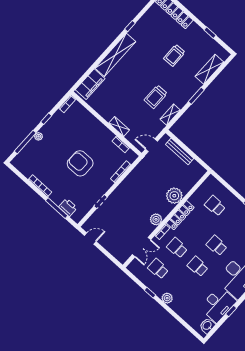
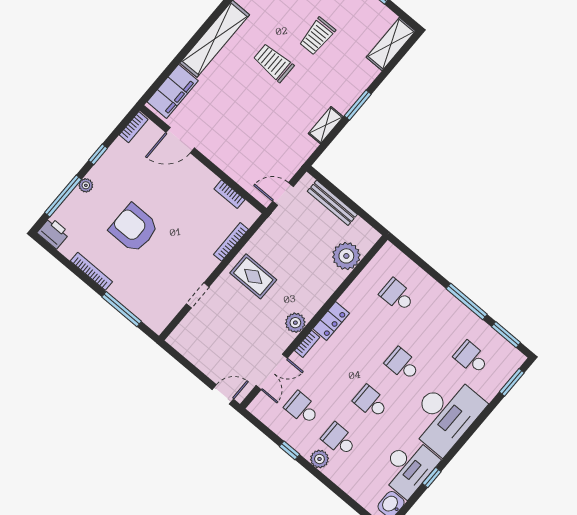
shelving: (209, 69) -> (391, 44), moved
trolley: (156, 97) -> (273, 63), moved, turned 90
door: (94, 112) -> (180, 140), added
shelving: (170, 115) -> (326, 125), moved
shelving: (119, 126) -> (226, 163), removed
armchair: (80, 163) -> (134, 228), moved
rug: (133, 192) -> (253, 276), added
plant: (174, 196) -> (346, 256), moved
printer: (68, 207) -> (53, 233), moved
locker: (180, 215) -> (331, 321), width x0.66
door: (90, 238) -> (223, 394), moved
school desk: (177, 248) -> (339, 440), moved

